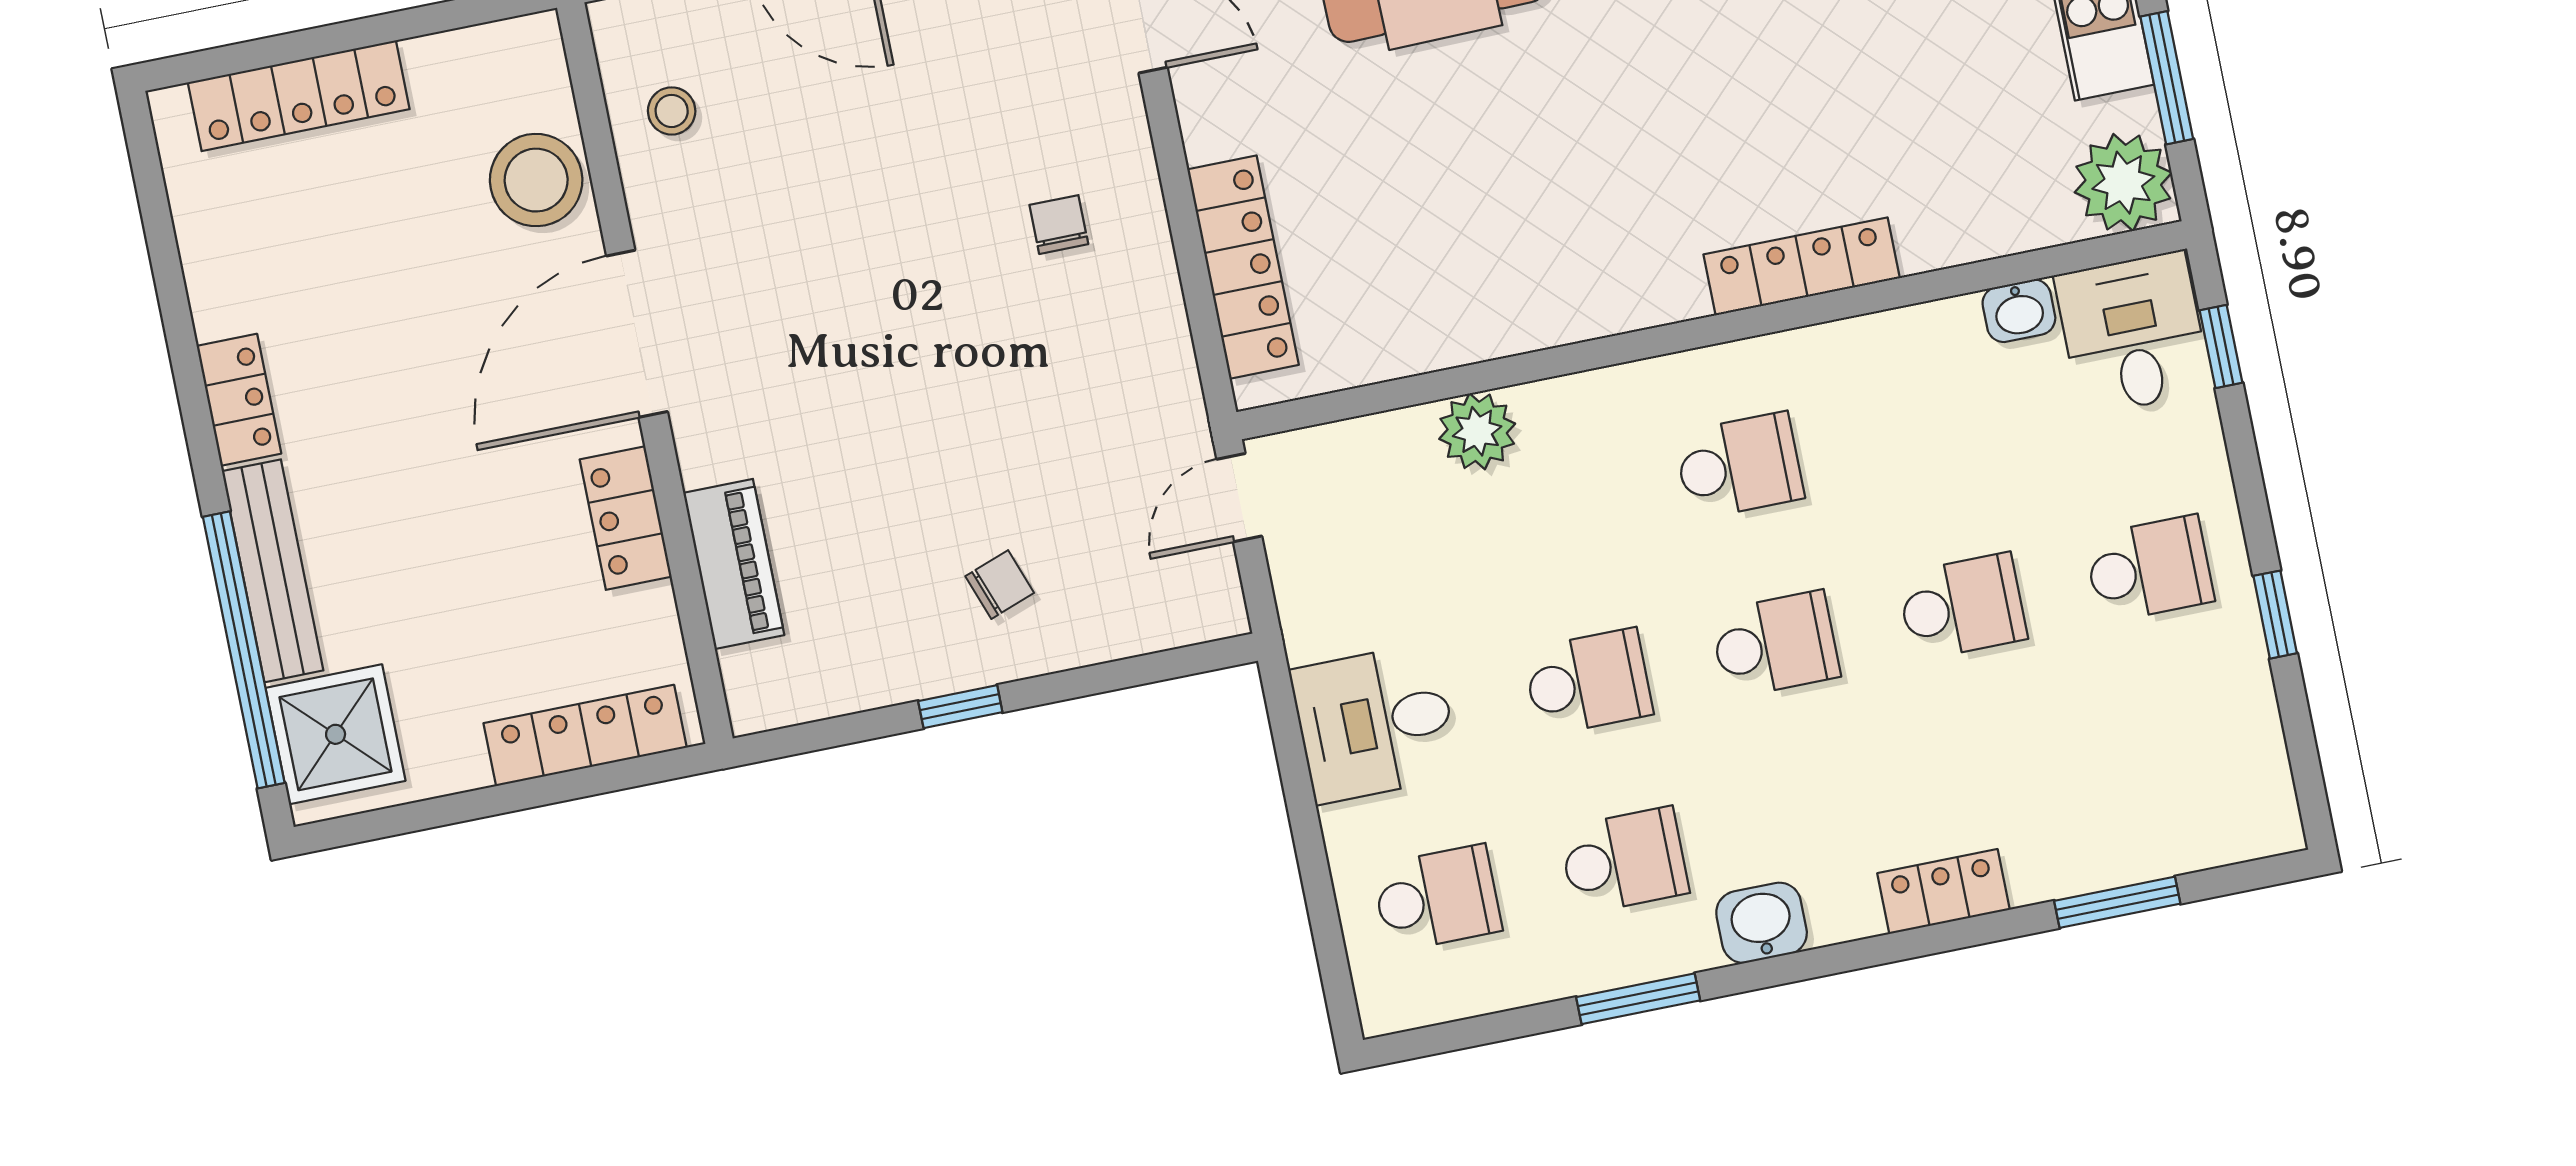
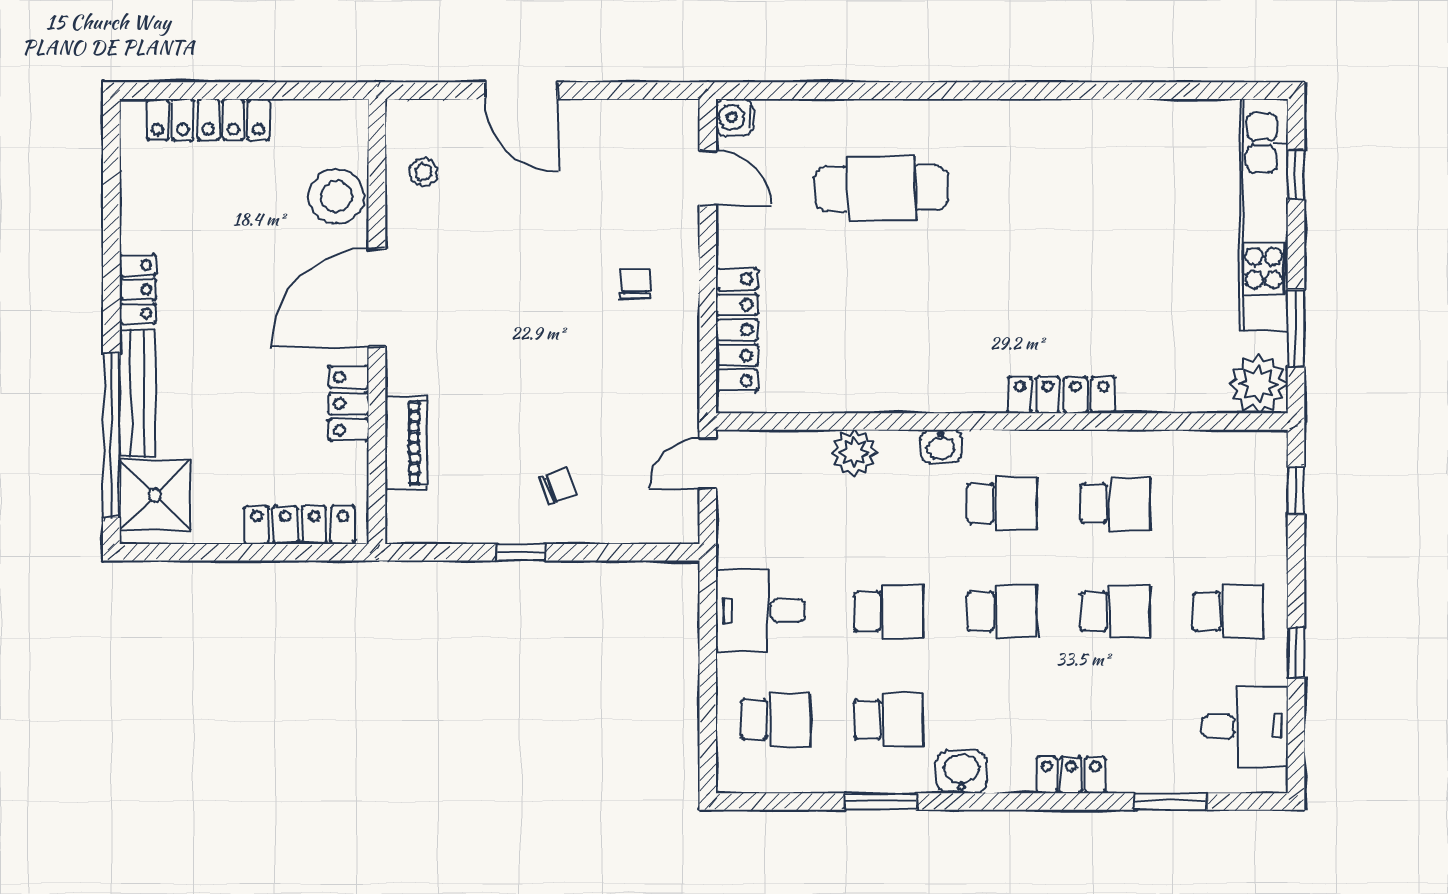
washbasin: (2019, 311) -> (941, 446), moved
desk: (2133, 333) -> (1245, 726), moved, turned 90
school desk: (1926, 428) -> (1115, 504), added

